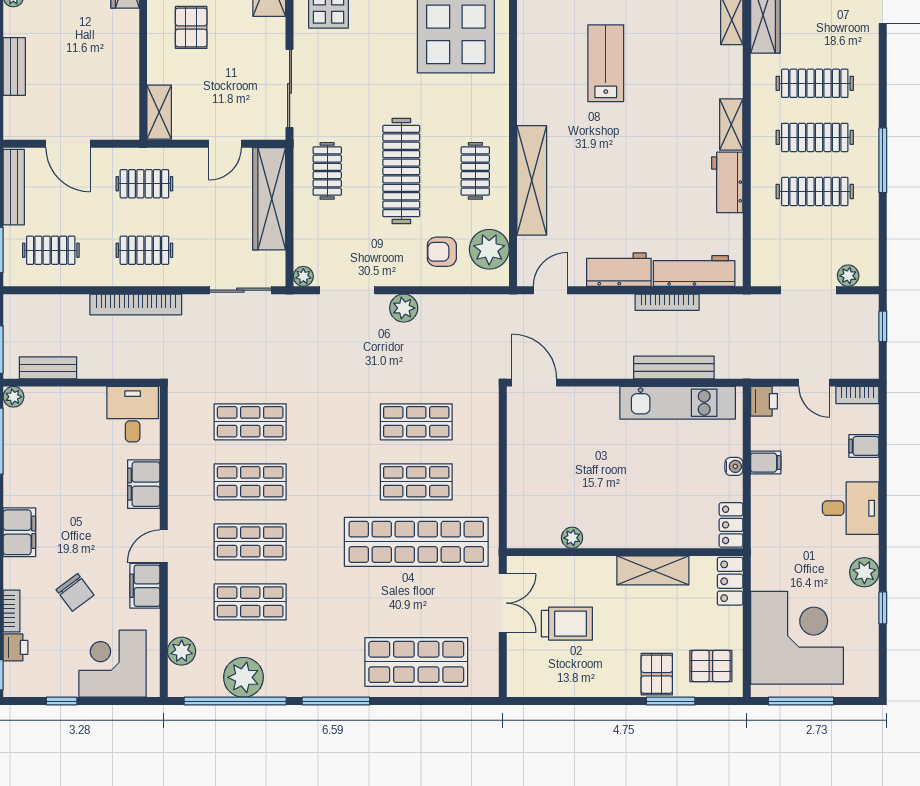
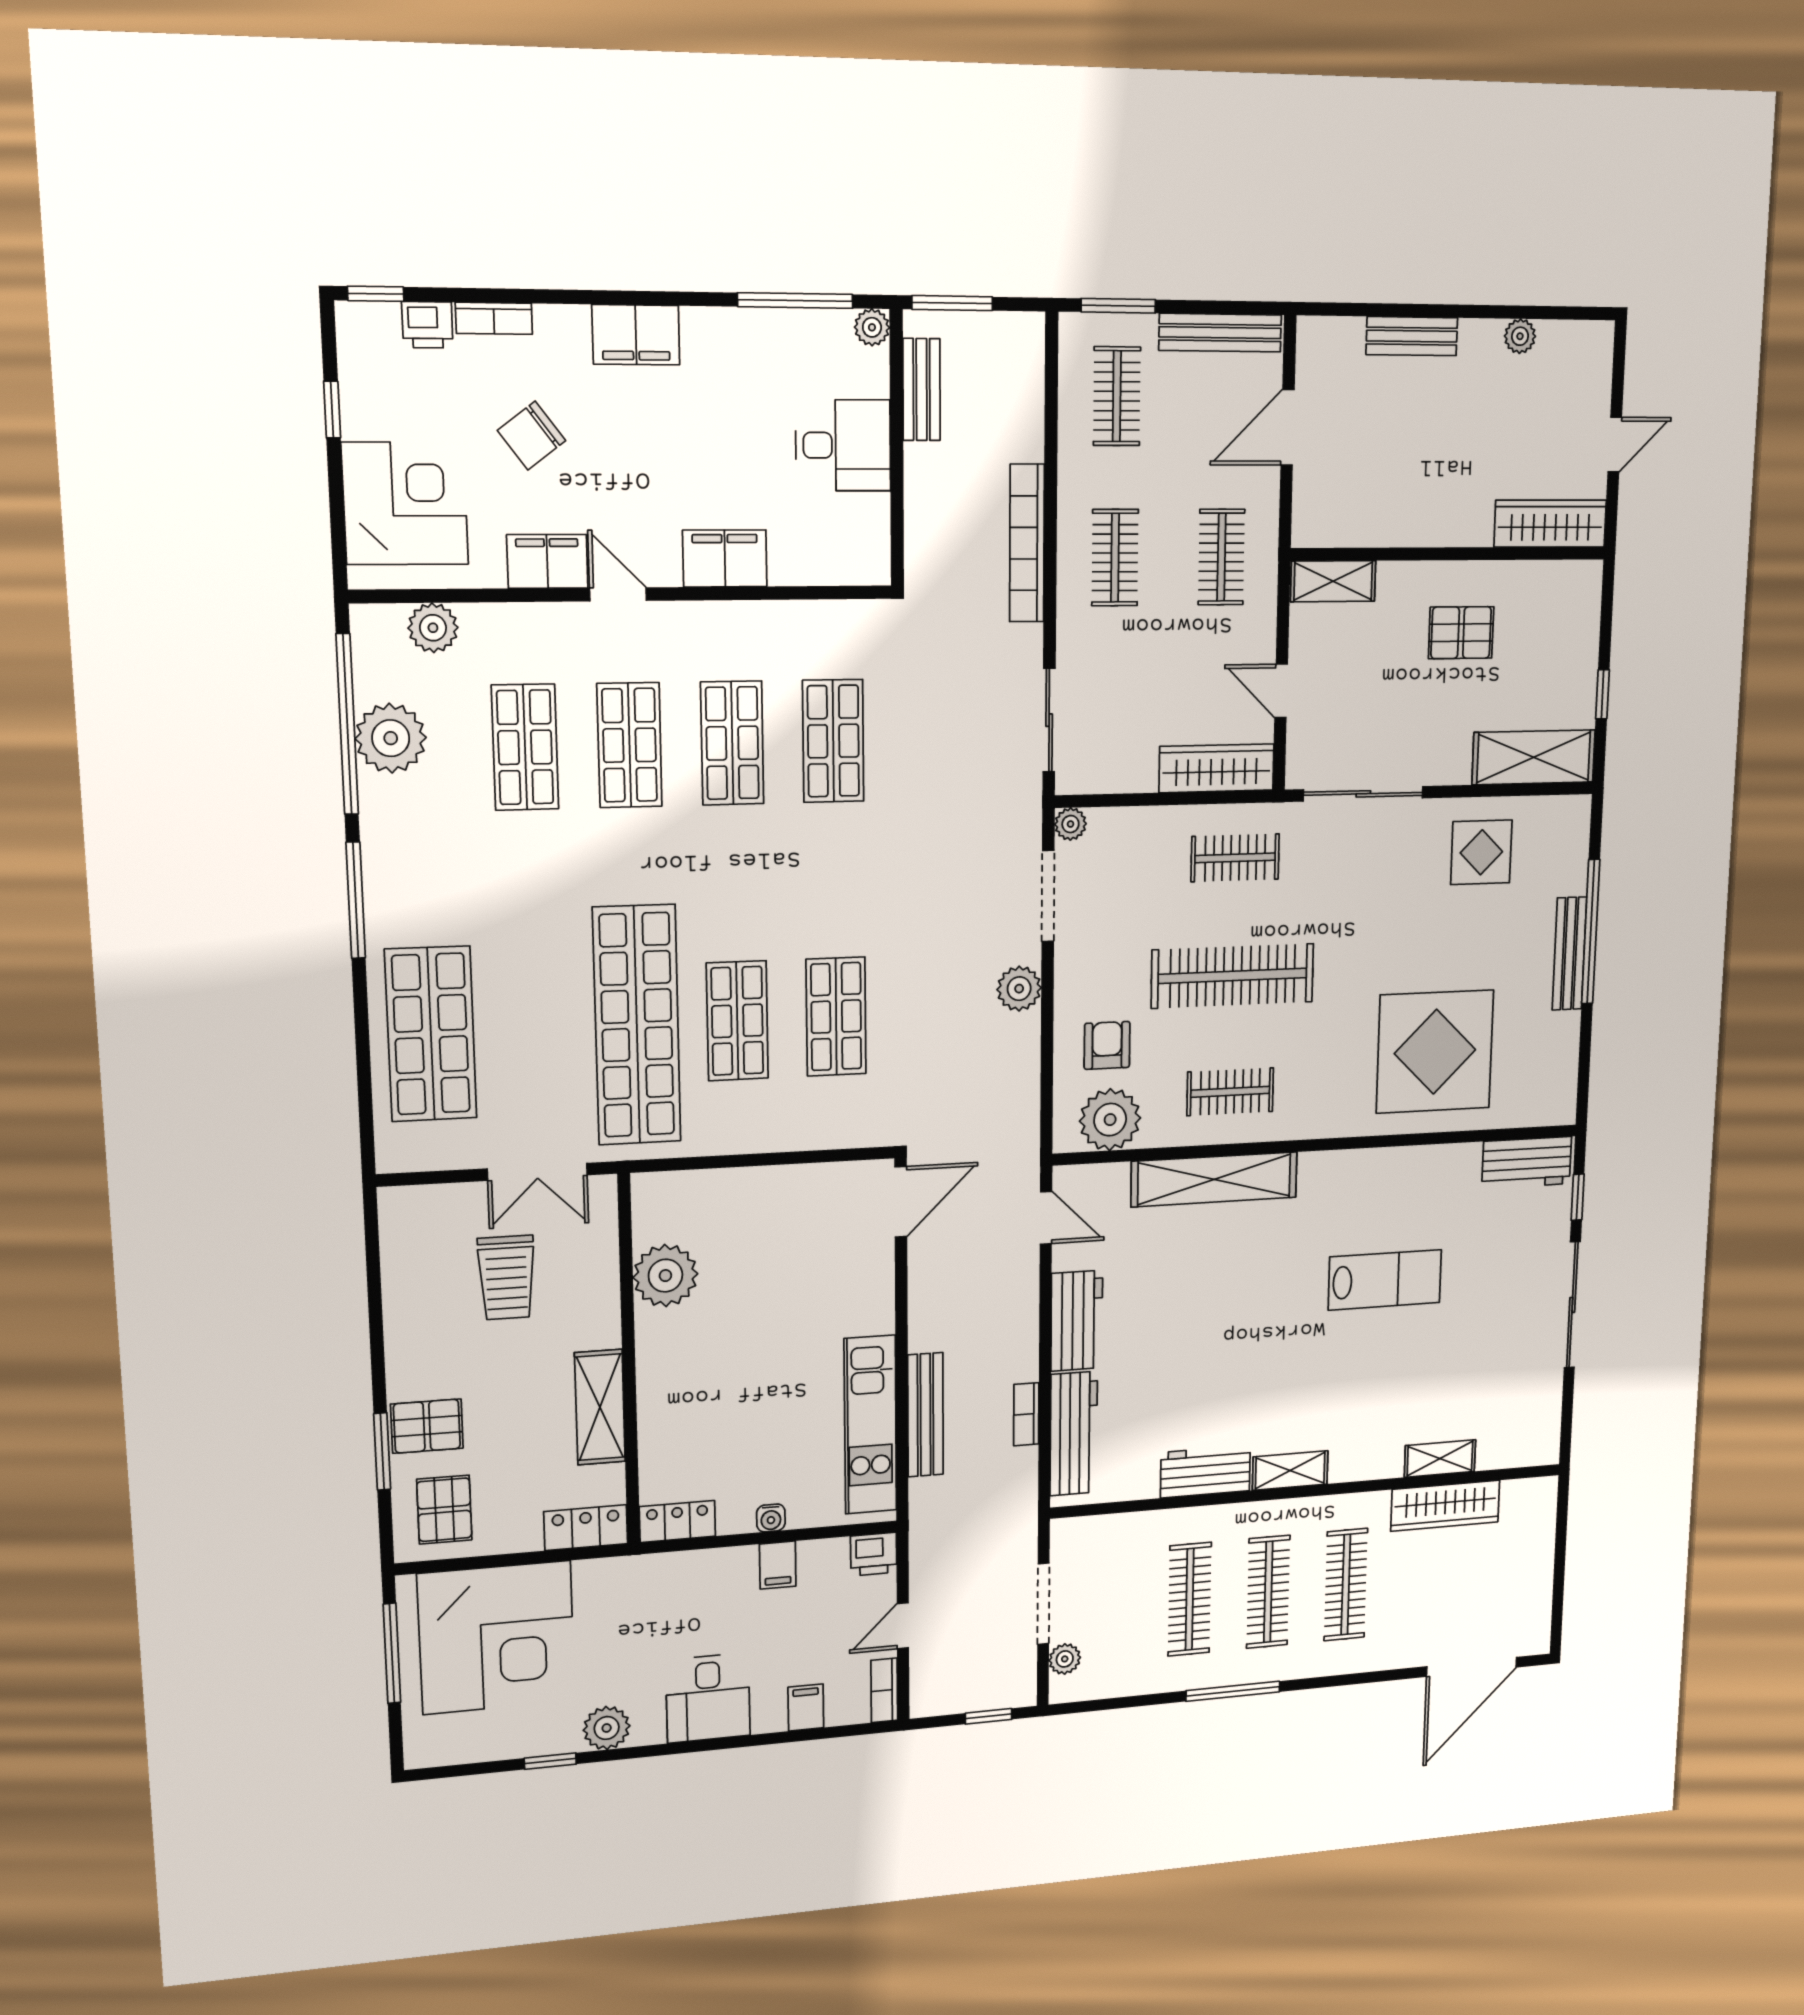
wardrobe: (269, 199) -> (1217, 768), width x0.71, depth x0.85
bookcase: (667, 302) -> (1026, 1414), width x0.64
desk: (133, 414) -> (843, 445), moved
plant: (572, 538) -> (665, 1276), width x1.88, depth x1.88

